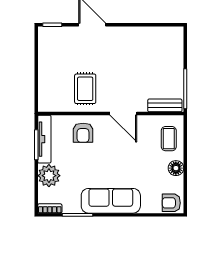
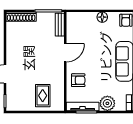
shoe rack: (177, 49) -> (21, 17), added
rug: (85, 89) -> (43, 96), moved, turned 90
coffee table: (169, 139) -> (82, 22), removed

